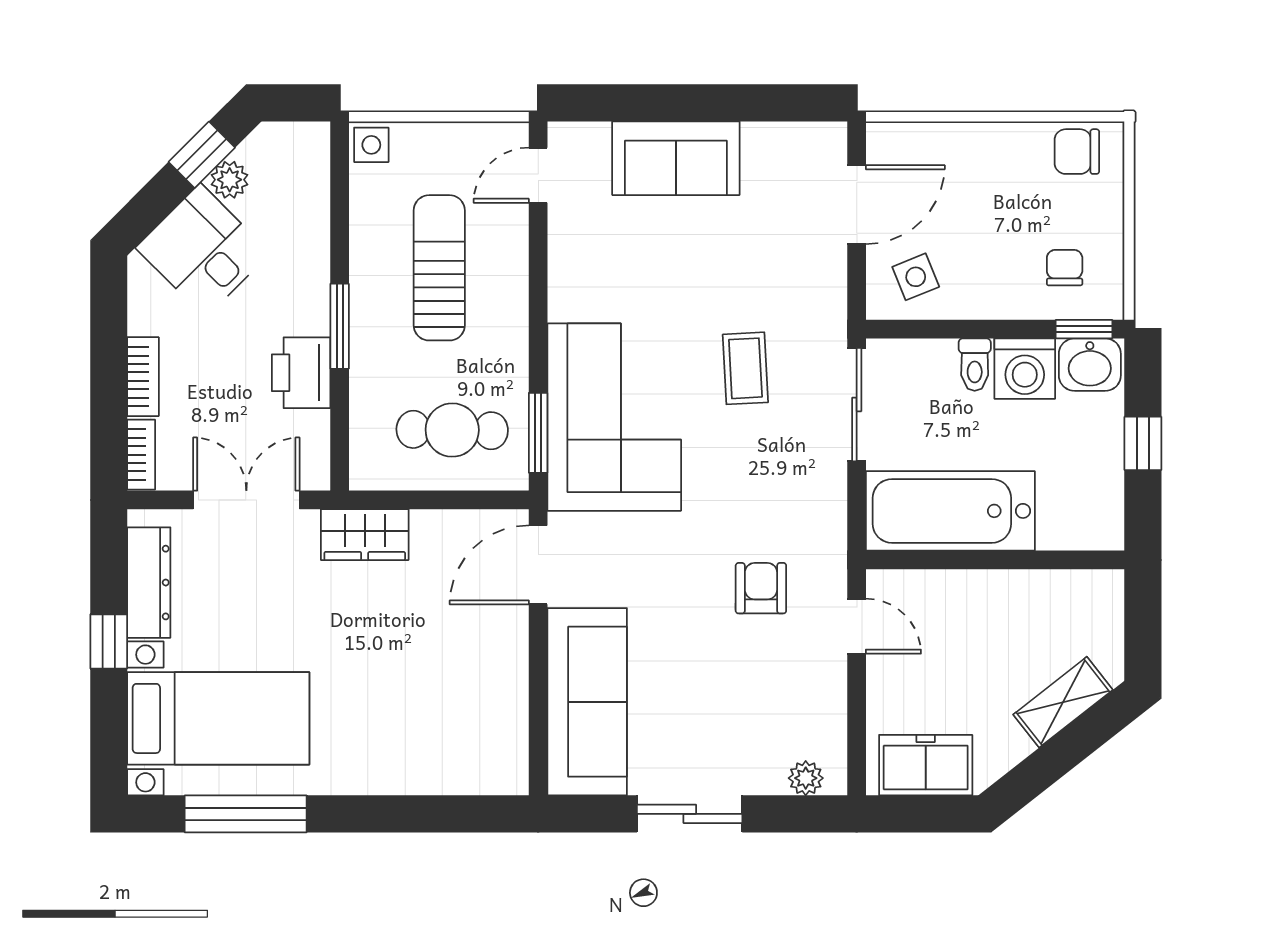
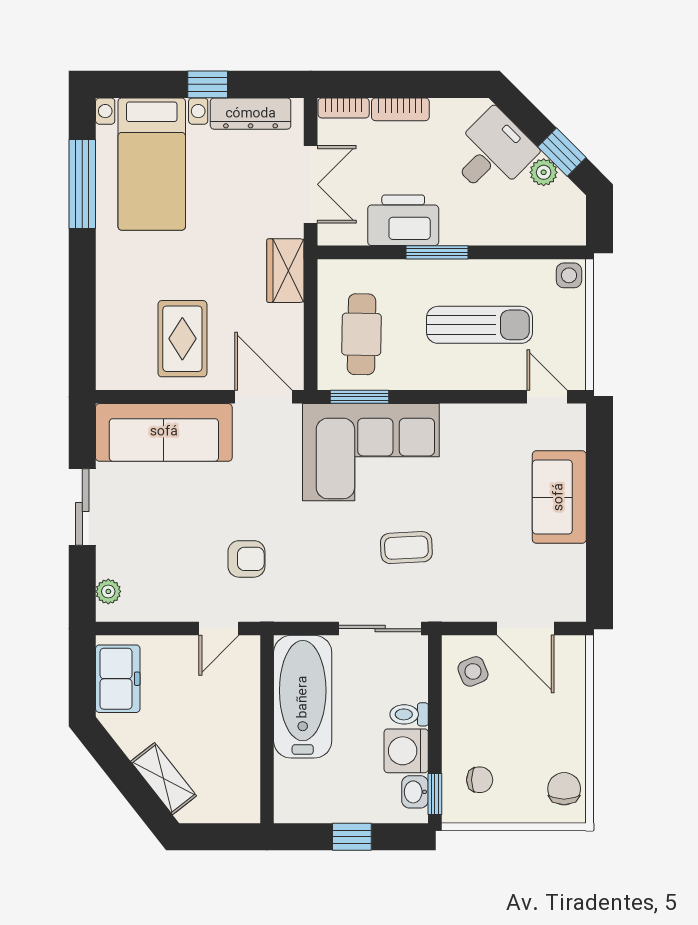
washbasin: (1090, 365) -> (415, 792), width x0.72, depth x0.69
printer: (301, 373) -> (403, 220), width x1.37, depth x1.19
rug: (458, 676) -> (182, 339), added

